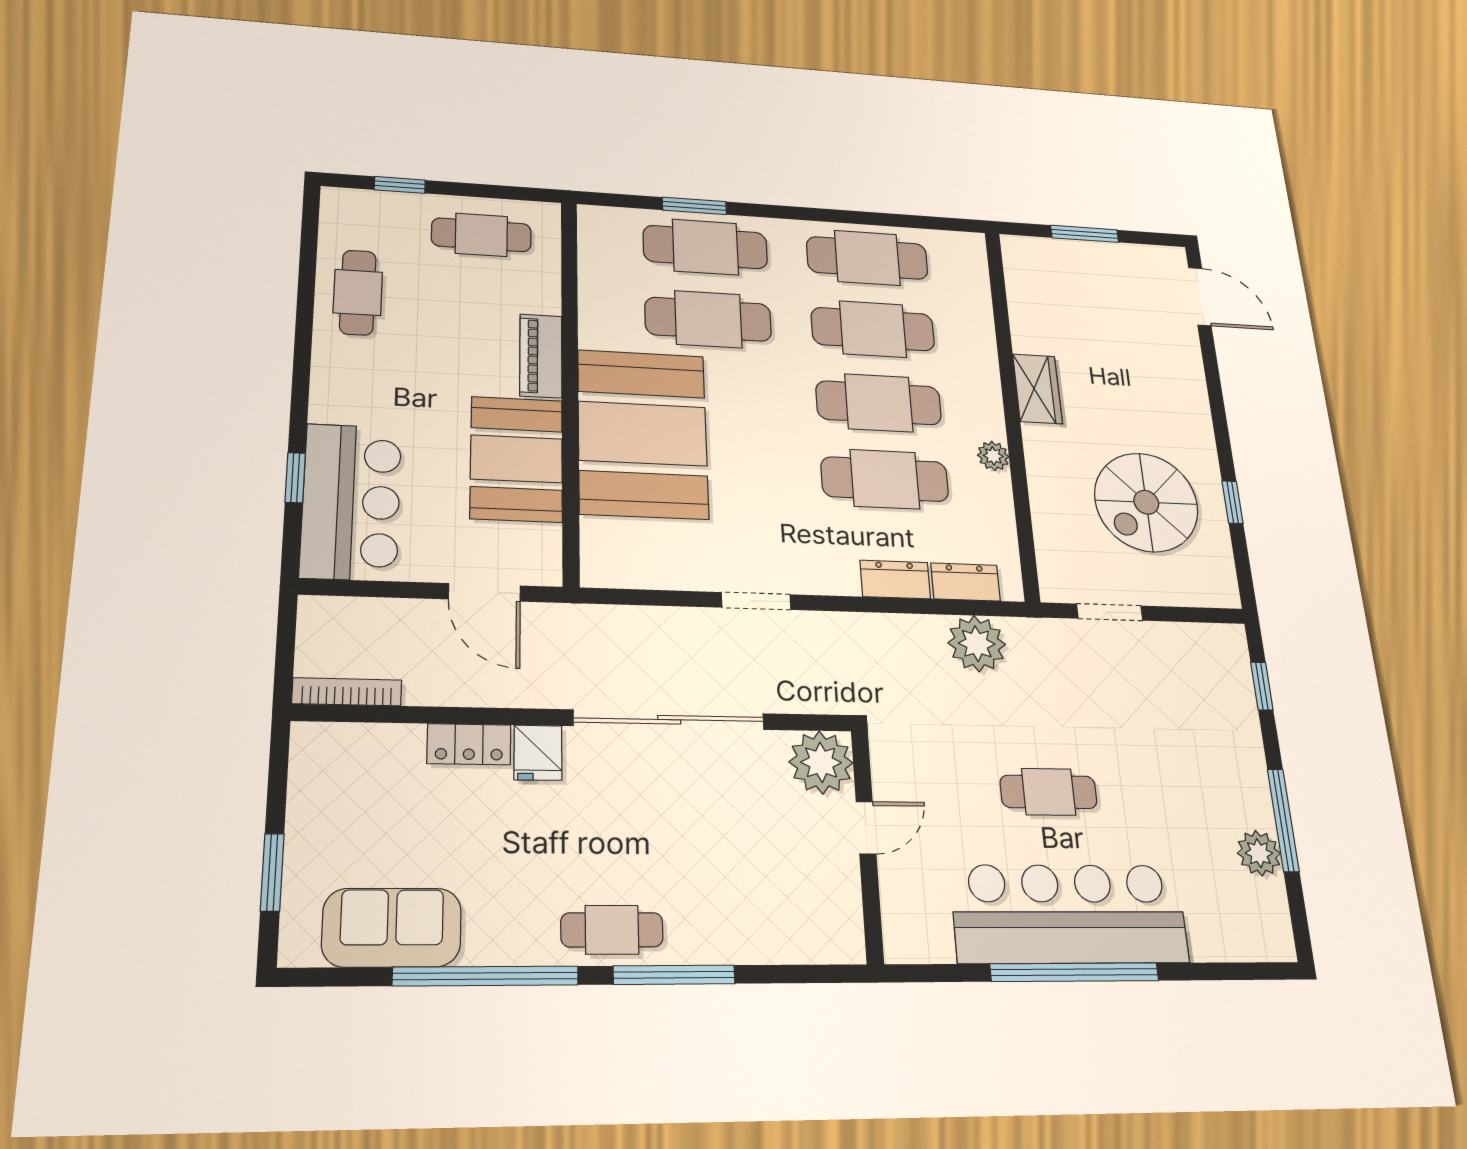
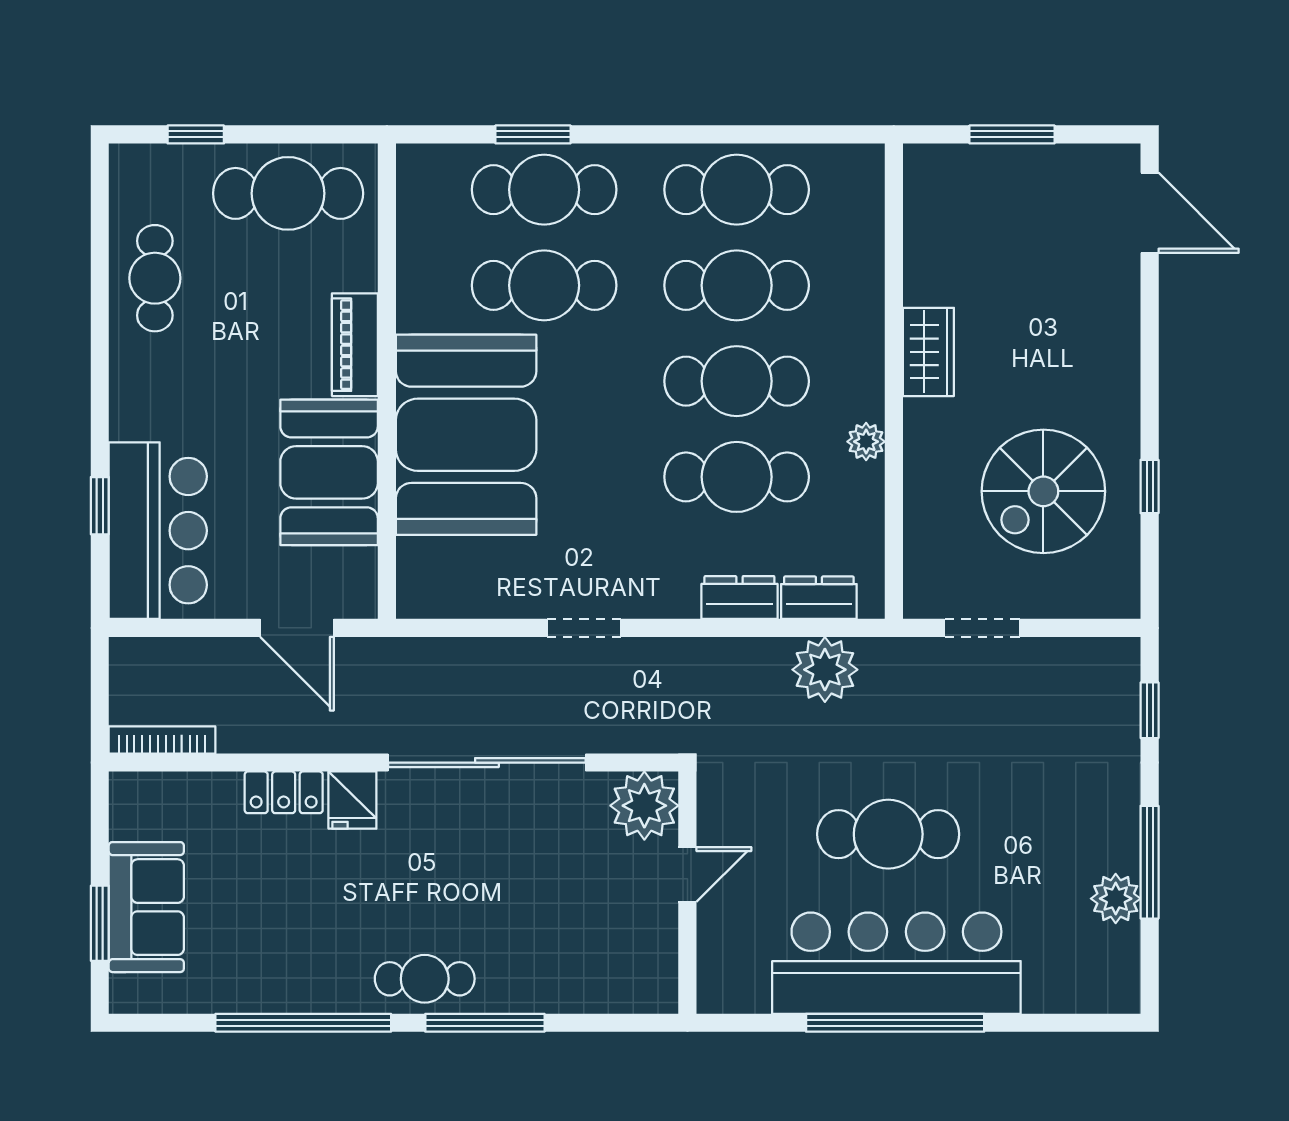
cafe table: (481, 235) -> (288, 193), width x1.37, depth x1.35
cafe table: (1049, 792) -> (888, 834), width x1.37, depth x1.35
sofa: (392, 927) -> (146, 907), moved, turned 90

